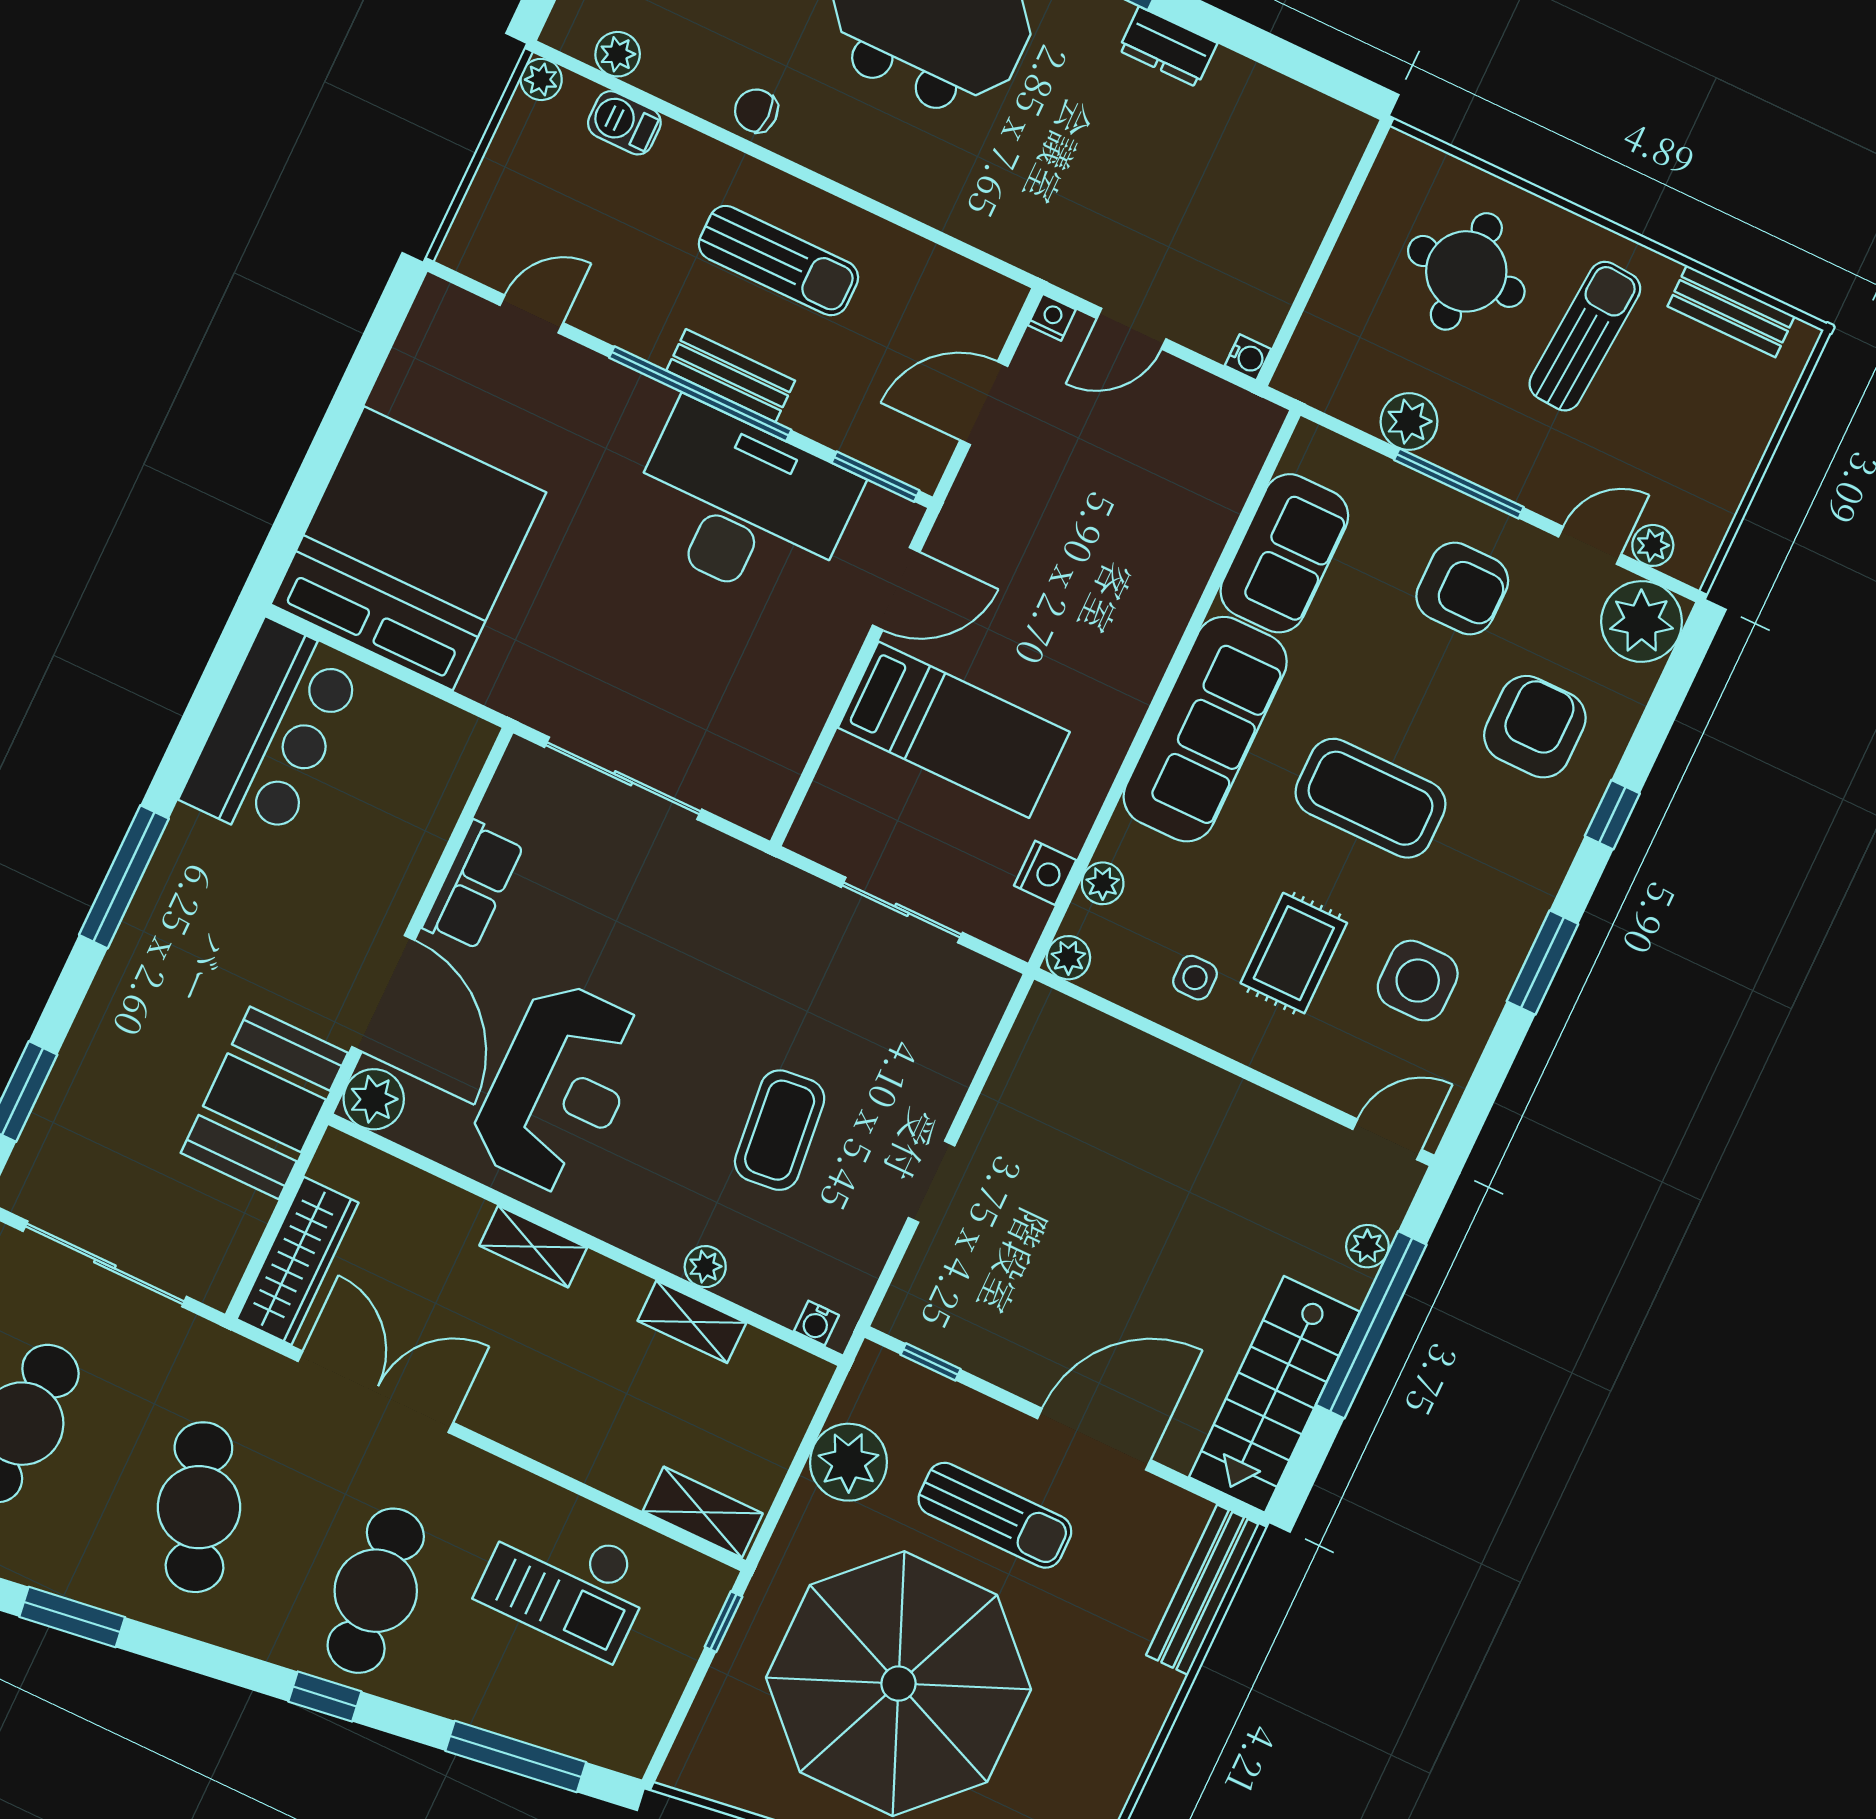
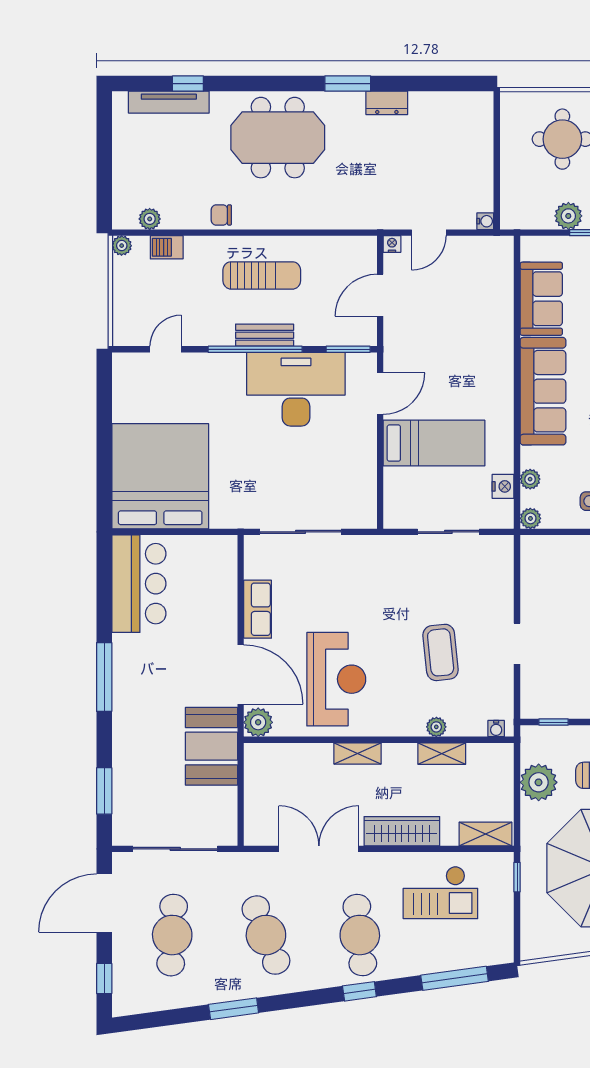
wardrobe: (298, 1261) -> (402, 831), moved, turned -90

